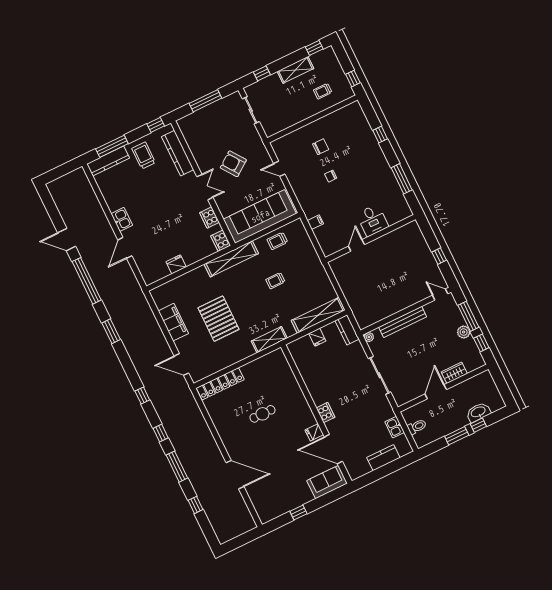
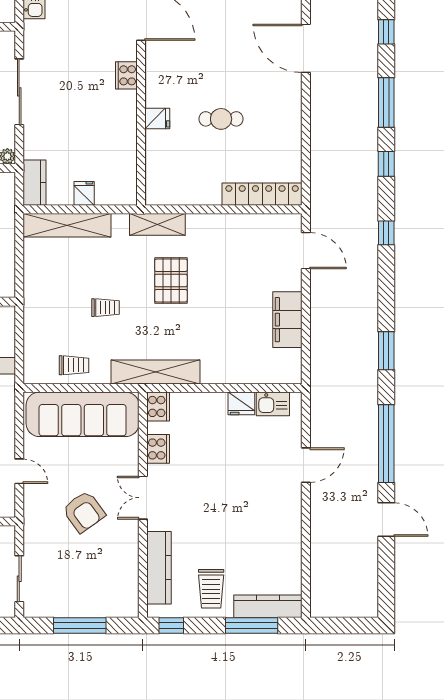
kitchen sink: (122, 219) -> (273, 404), moved, turned -90
pallet: (218, 319) -> (171, 281), moved, width x0.73, depth x0.71
fridge: (314, 432) -> (157, 118), moved

